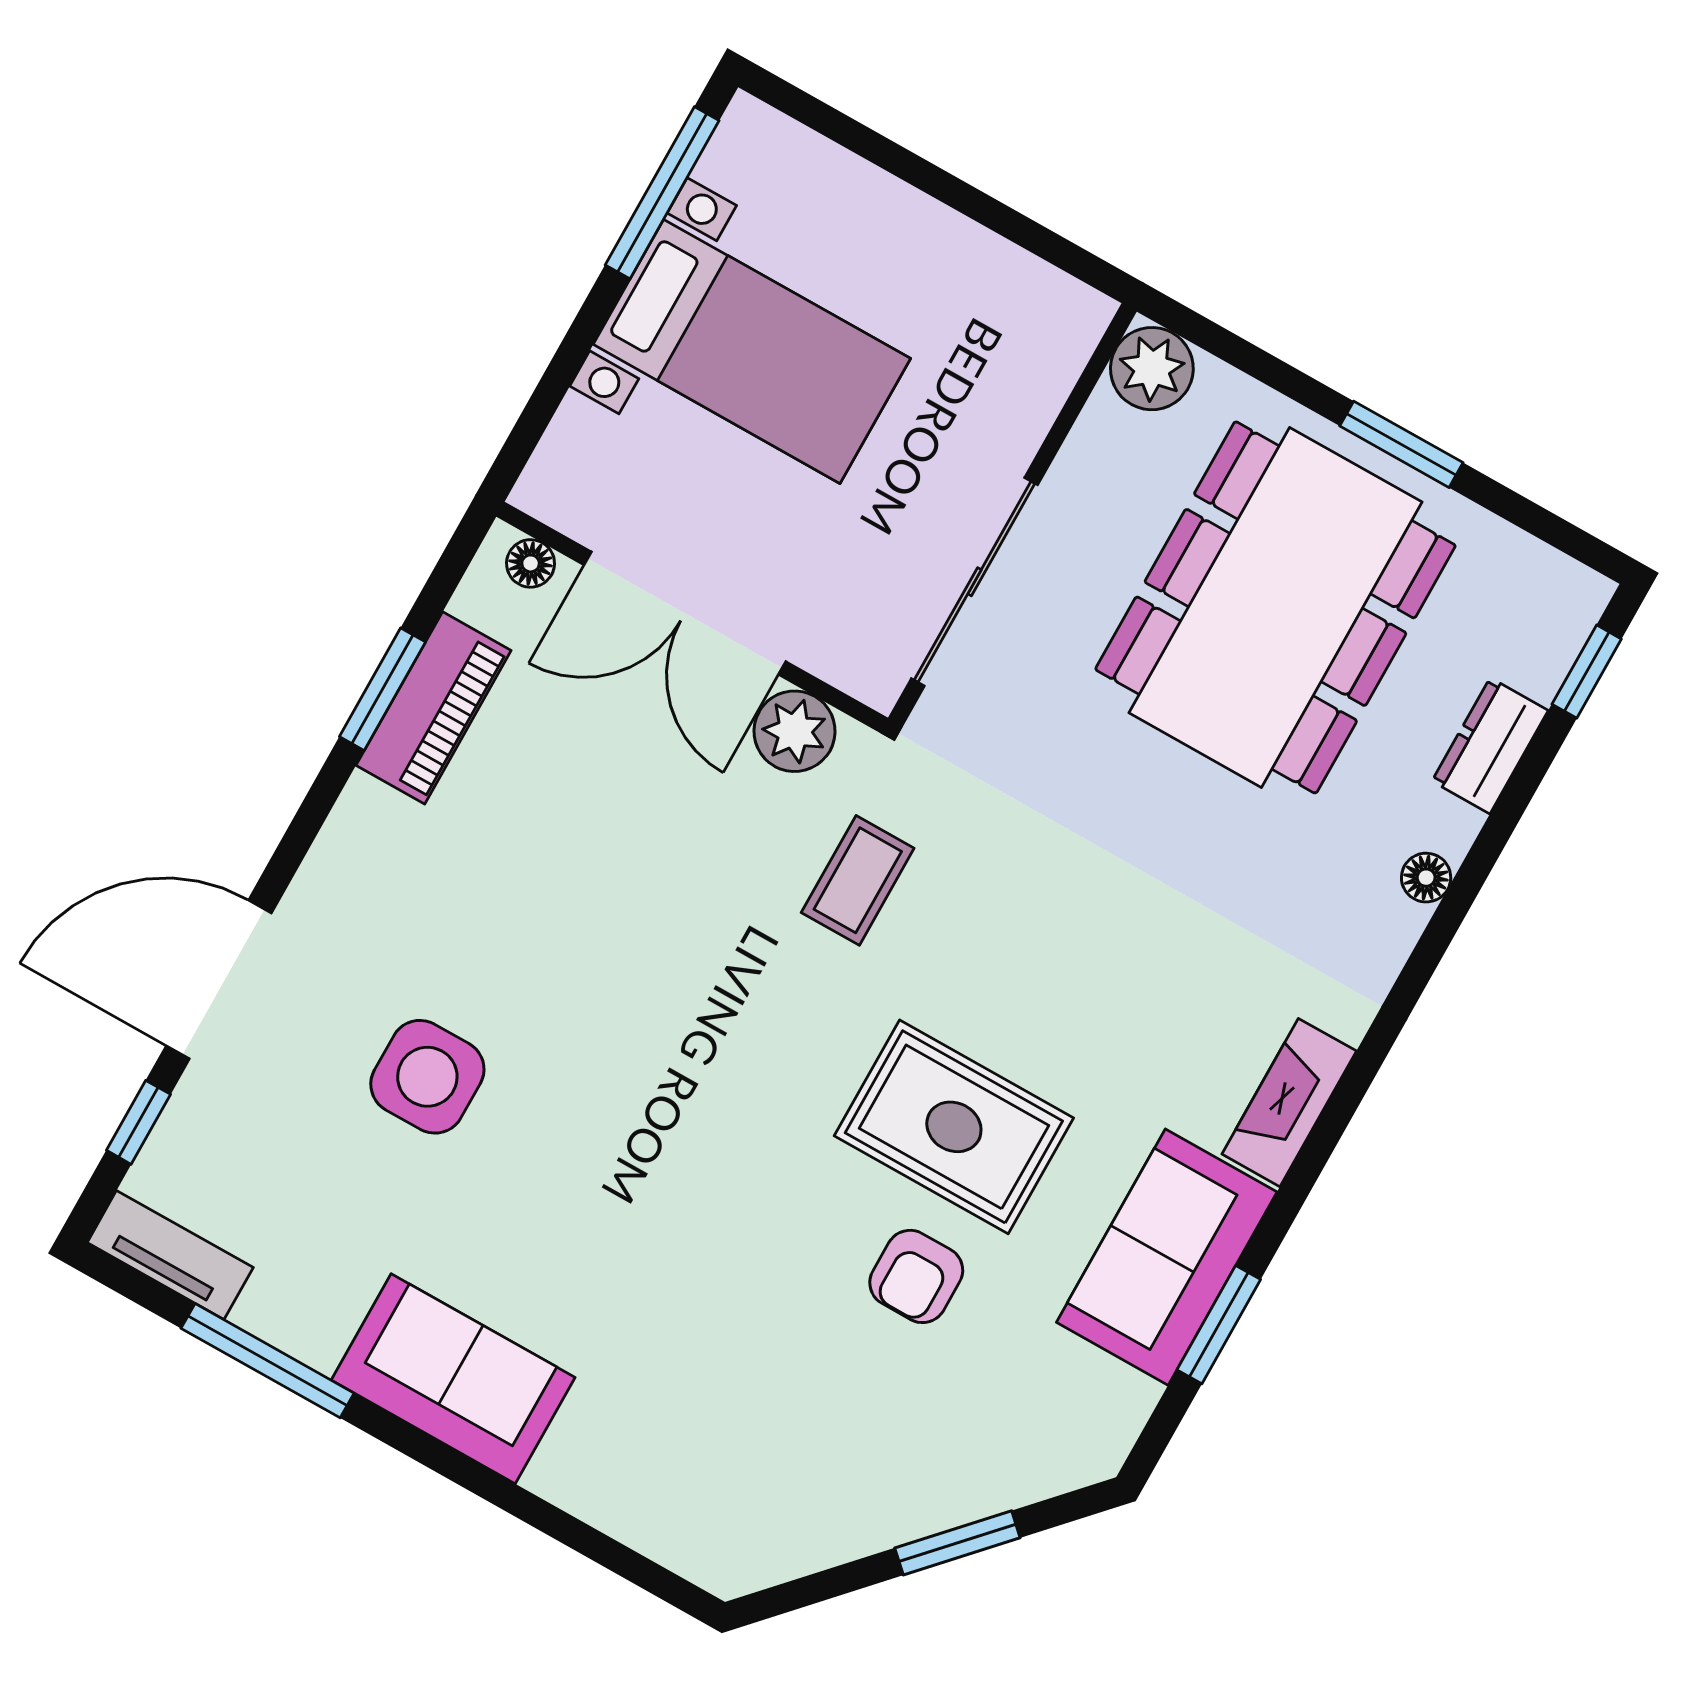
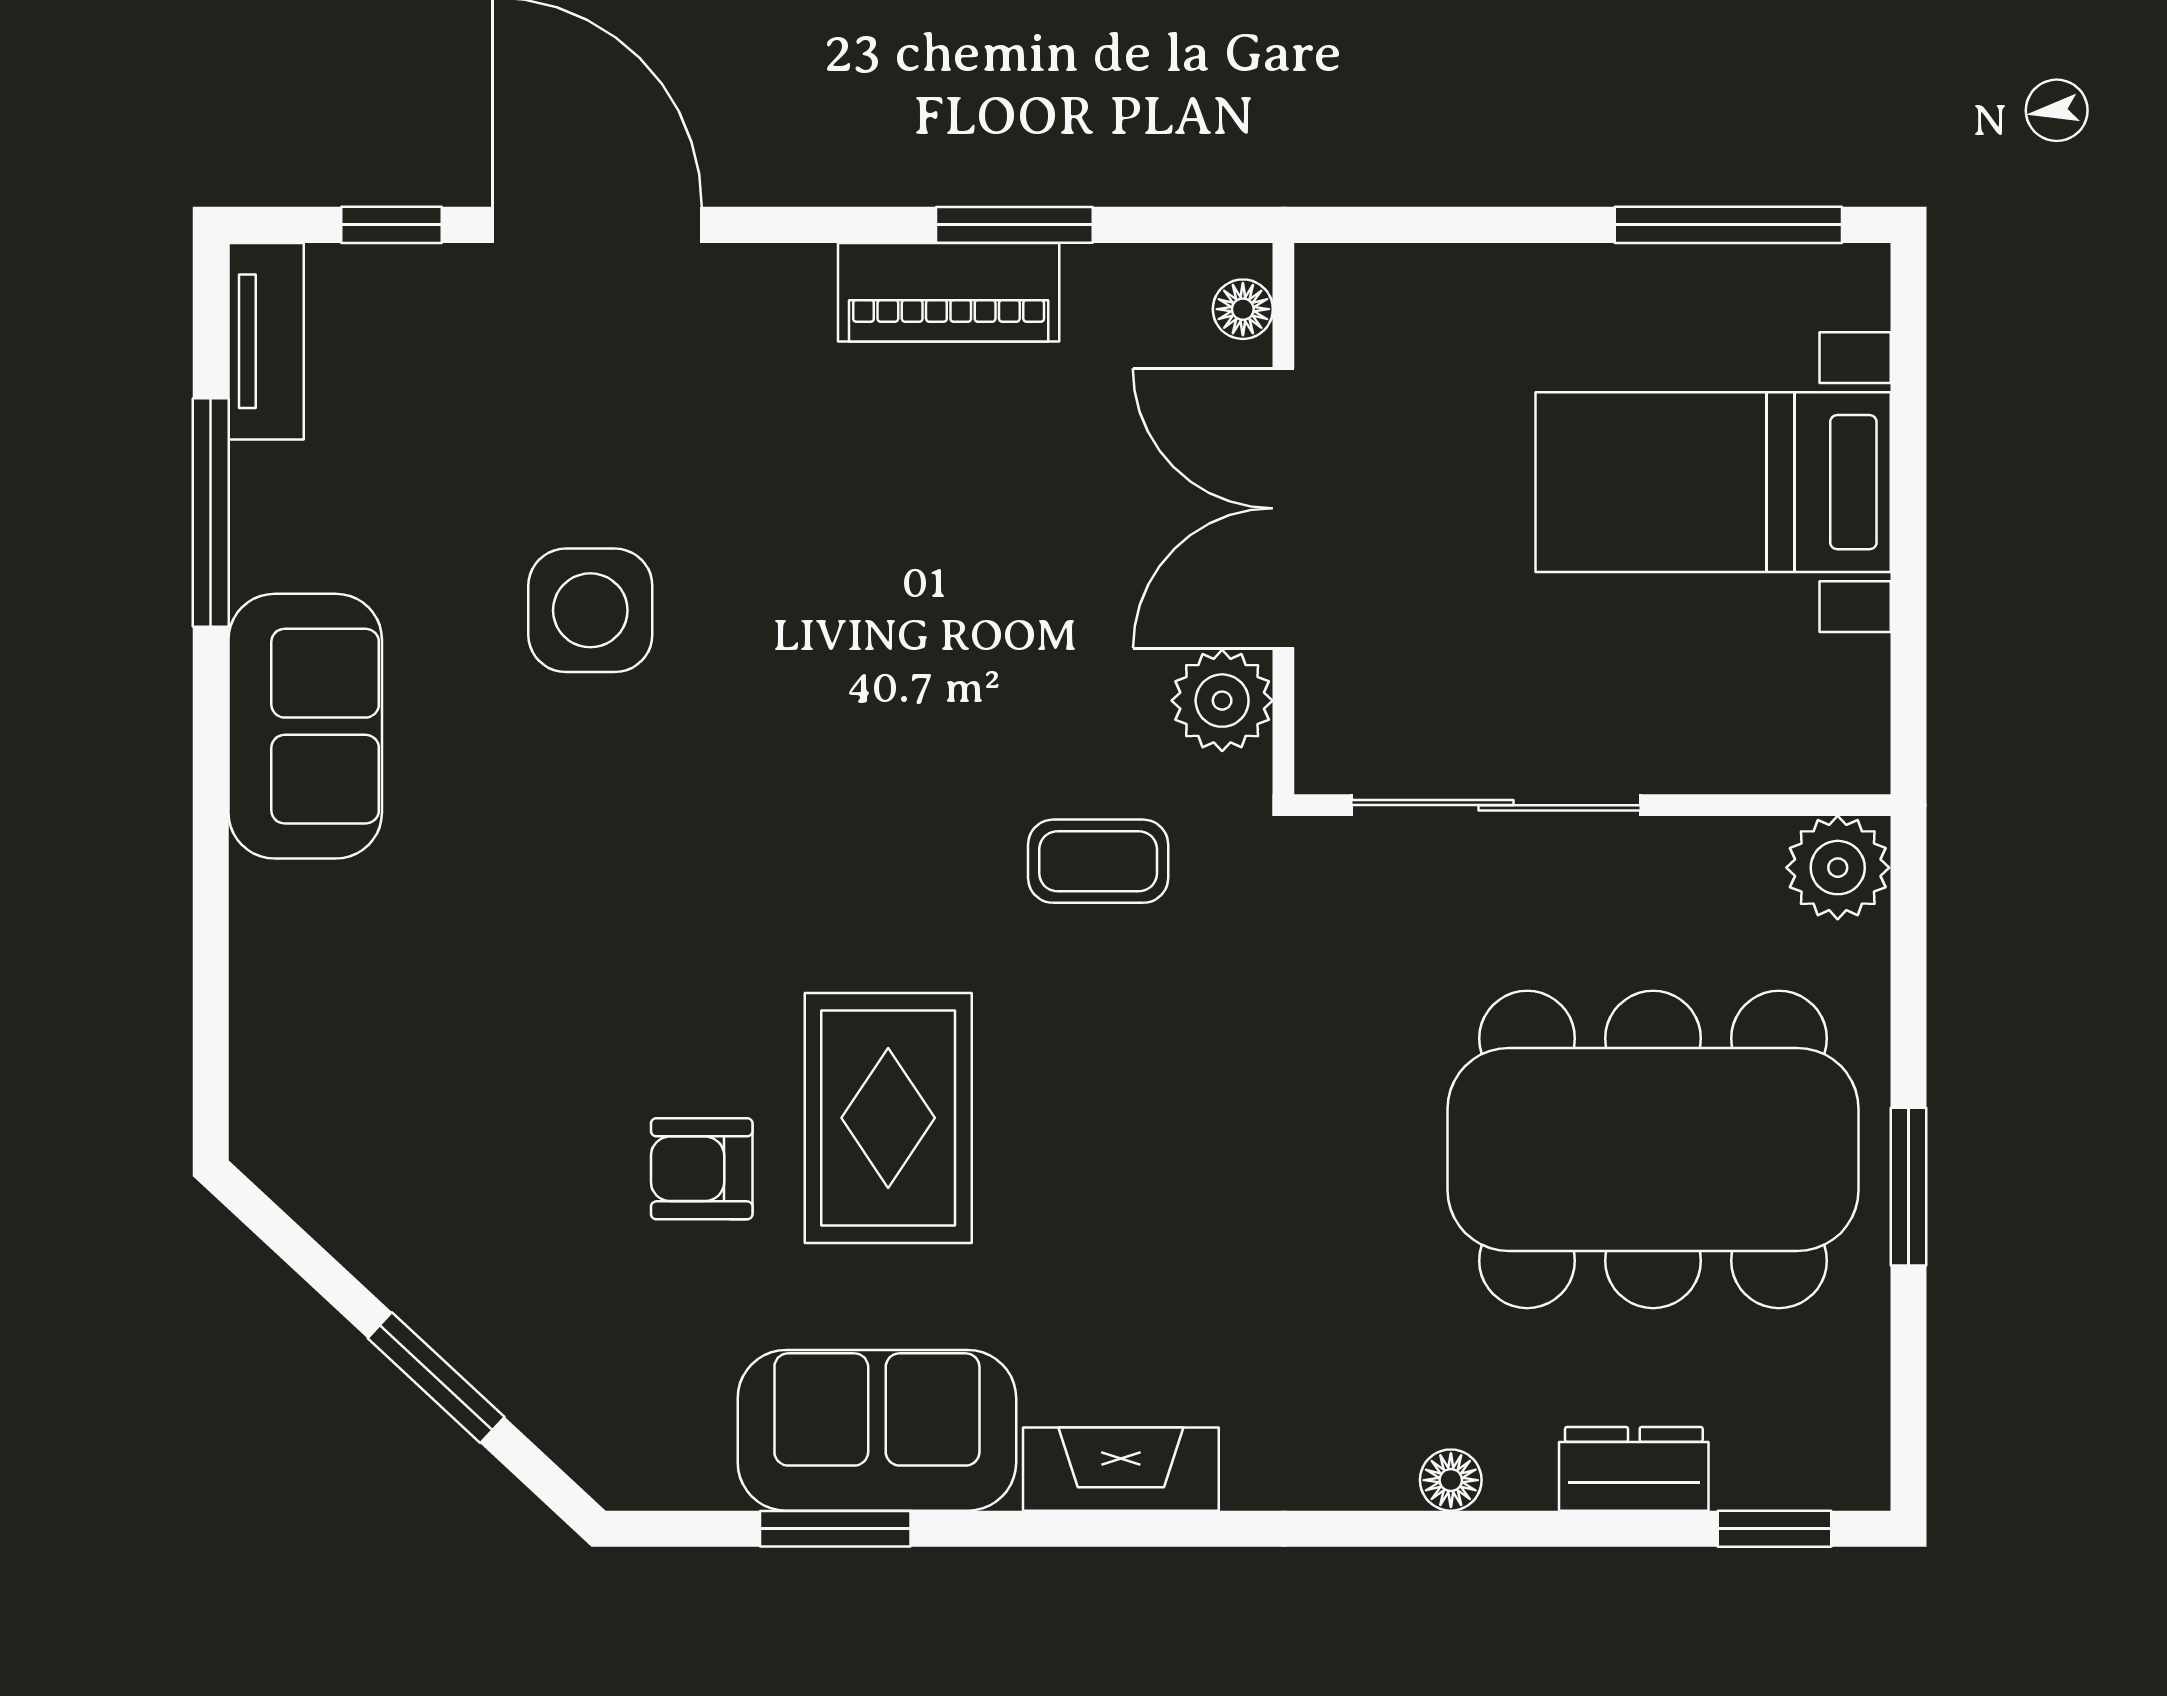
bed with nightstands: (752, 351) -> (1713, 482), moved, turned 90
piano: (434, 708) -> (949, 292), moved
side table: (427, 1077) -> (590, 610), moved

